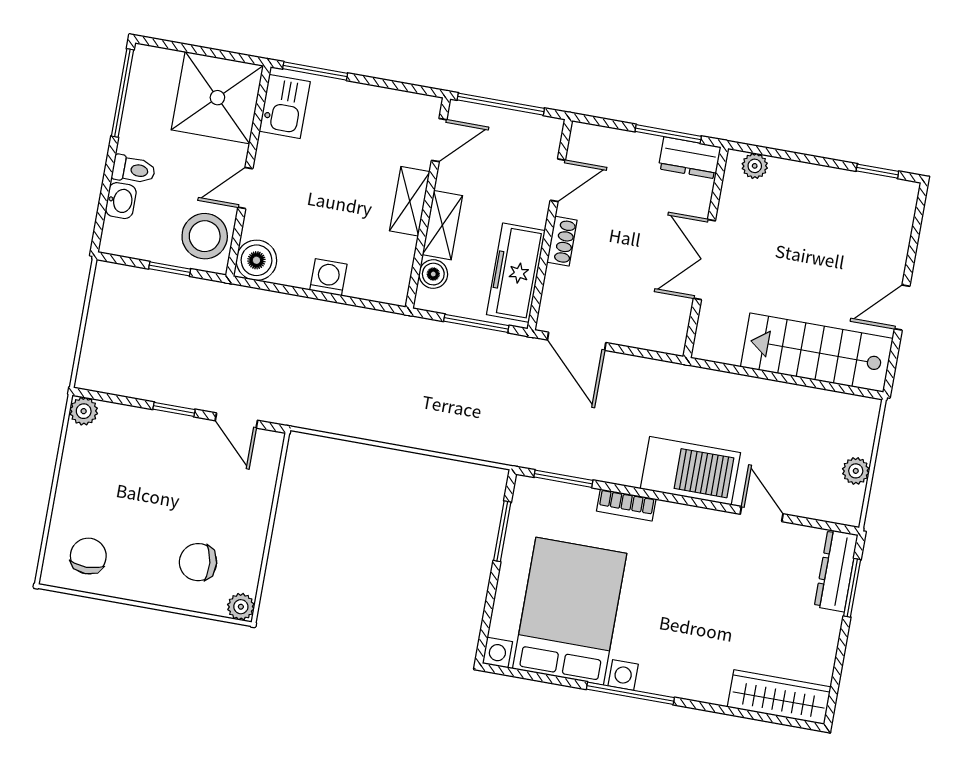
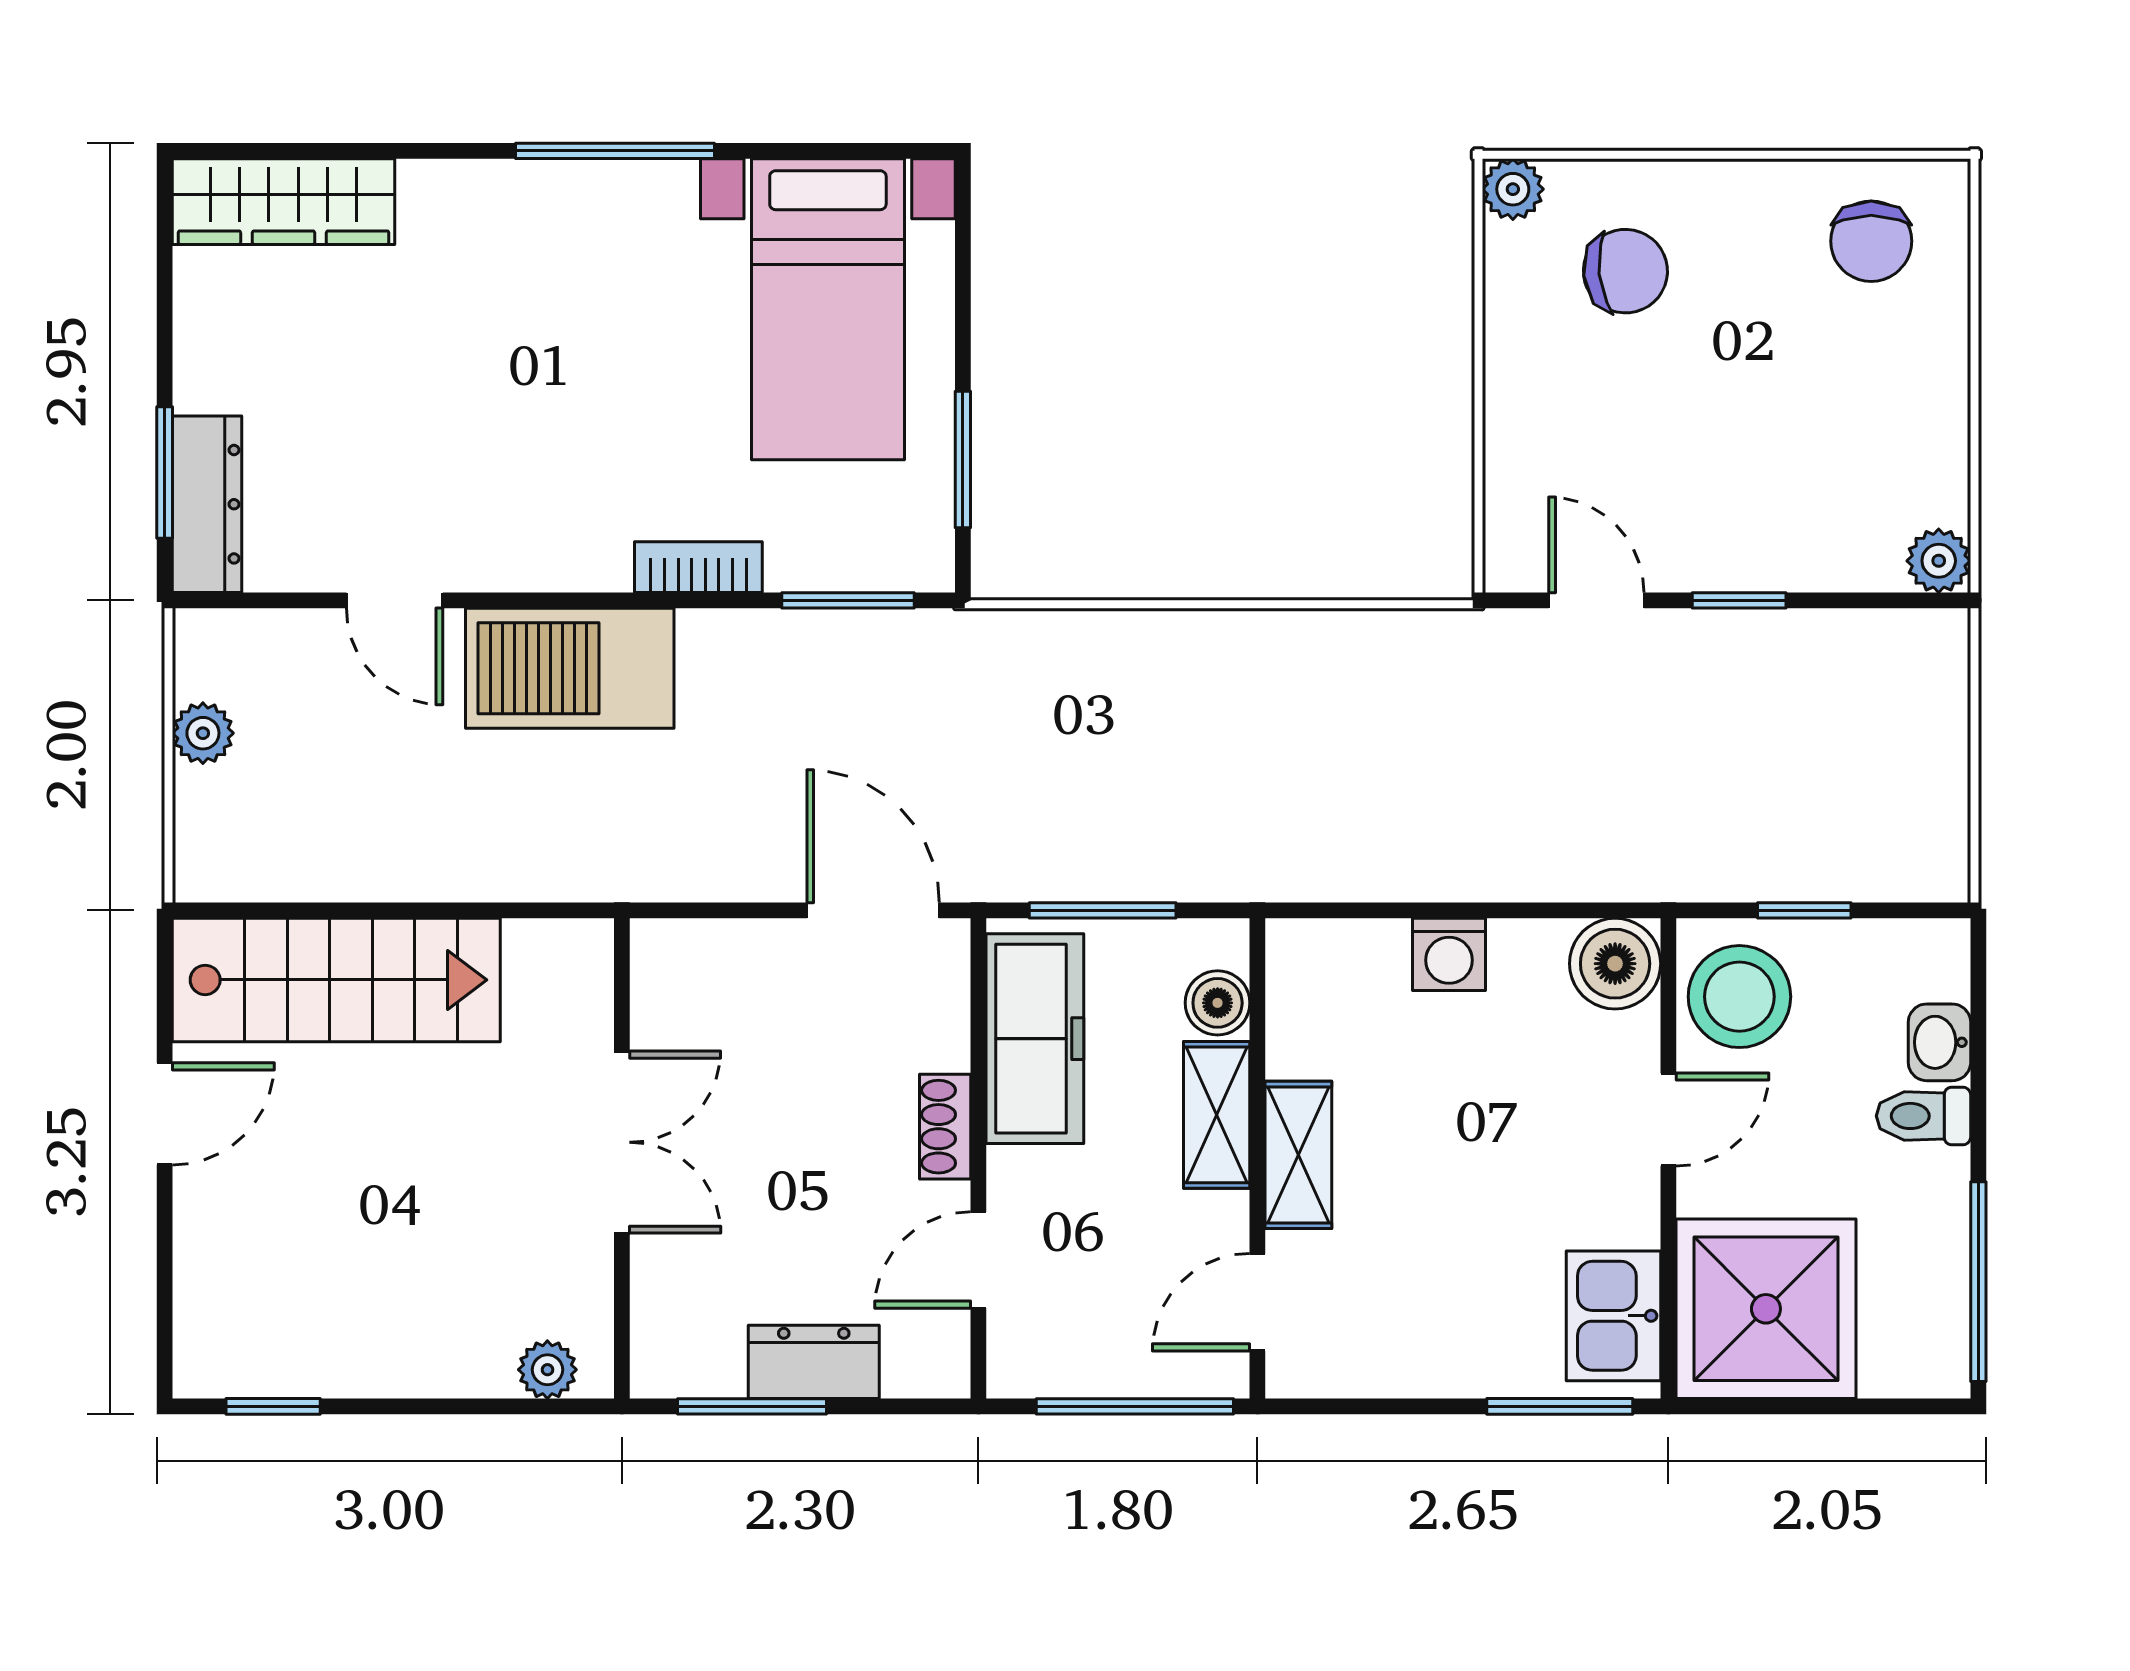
dresser: (690, 158) -> (814, 1362), moved
bed with nightstands: (570, 611) -> (828, 309), width x0.73

